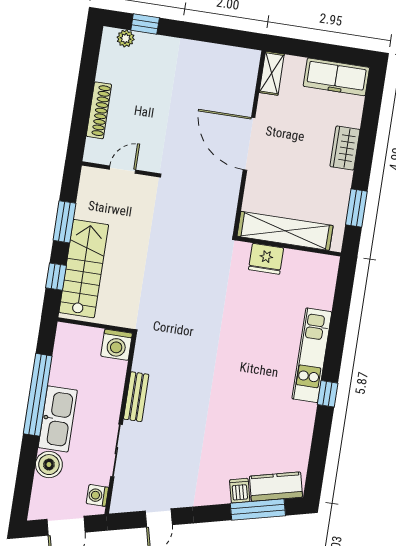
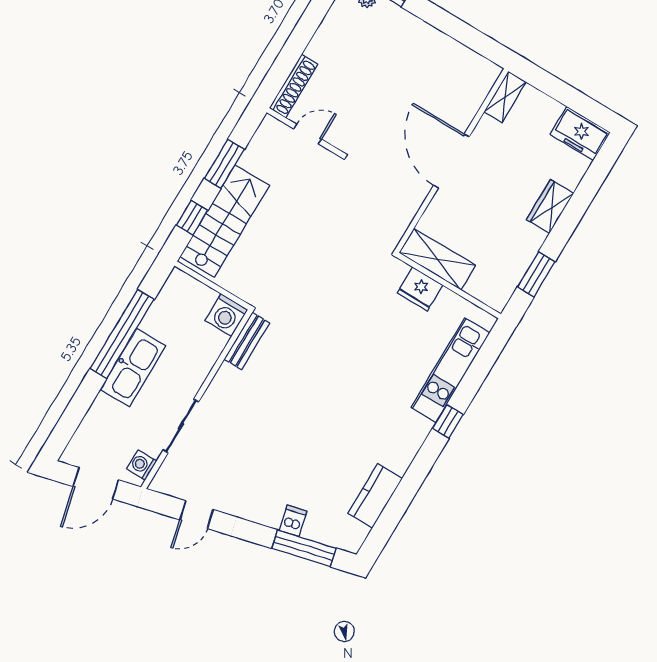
freezer: (336, 77) -> (580, 133), width x0.71
shoe rack: (99, 110) -> (294, 86), moved
shelving: (285, 231) -> (437, 259), width x0.68
kitchen unit: (312, 355) -> (450, 370), moved
window: (328, 394) -> (448, 421), moved
bench: (136, 397) -> (247, 341), moved
boiler: (49, 465) -> (104, 412), removed
kitchen counter: (276, 487) -> (375, 496), moved, turned -76

